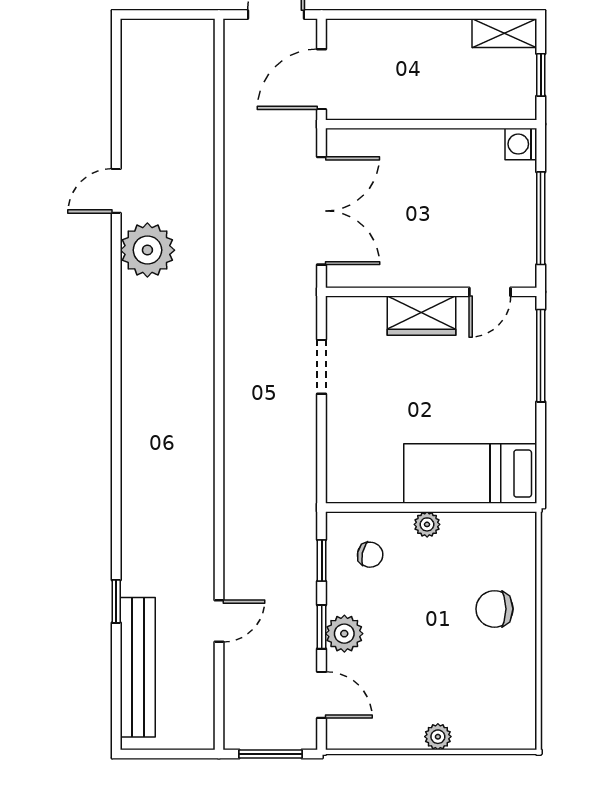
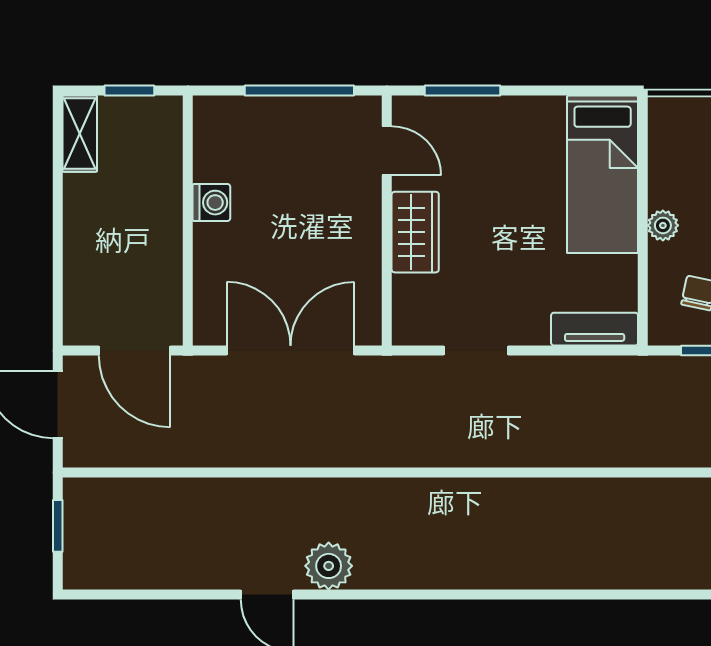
window: (174, 15) -> (58, 526), added
washing machine: (521, 144) -> (211, 203), moved, turned -90
plant: (147, 250) -> (329, 566), width x0.73, depth x0.73
window: (541, 356) -> (462, 91), width x0.69
tv unit: (340, 467) -> (595, 329), added

